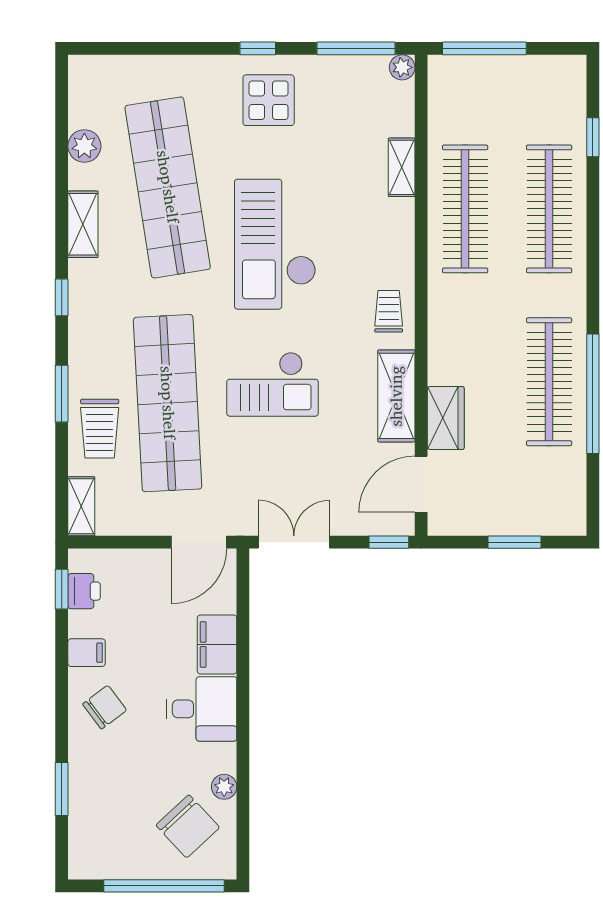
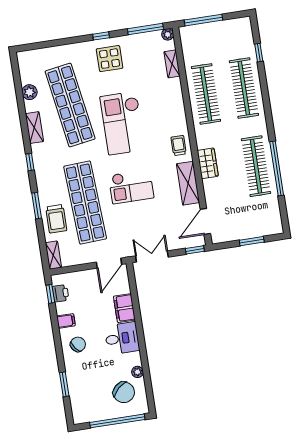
shelving: (402, 167) -> (172, 64), moved
wardrobe: (446, 418) -> (208, 163), moved

